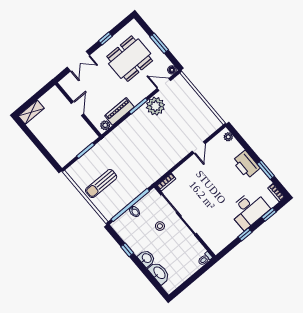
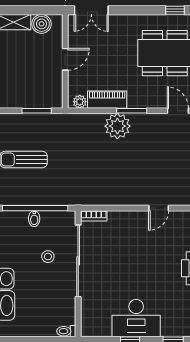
window: (105, 39) -> (175, 10), moved
double door: (78, 61) -> (91, 10), moved
boiler: (48, 100) -> (42, 24), added
plant: (155, 106) -> (117, 126), moved
desk: (249, 210) -> (136, 318), moved

